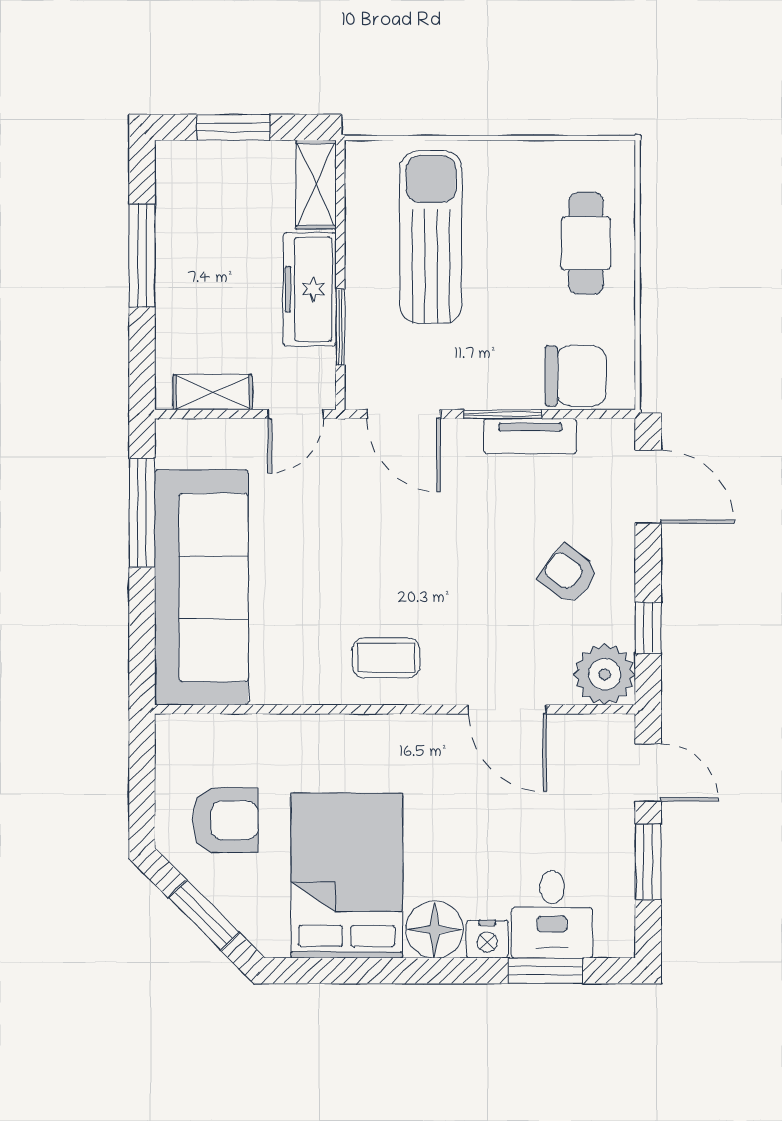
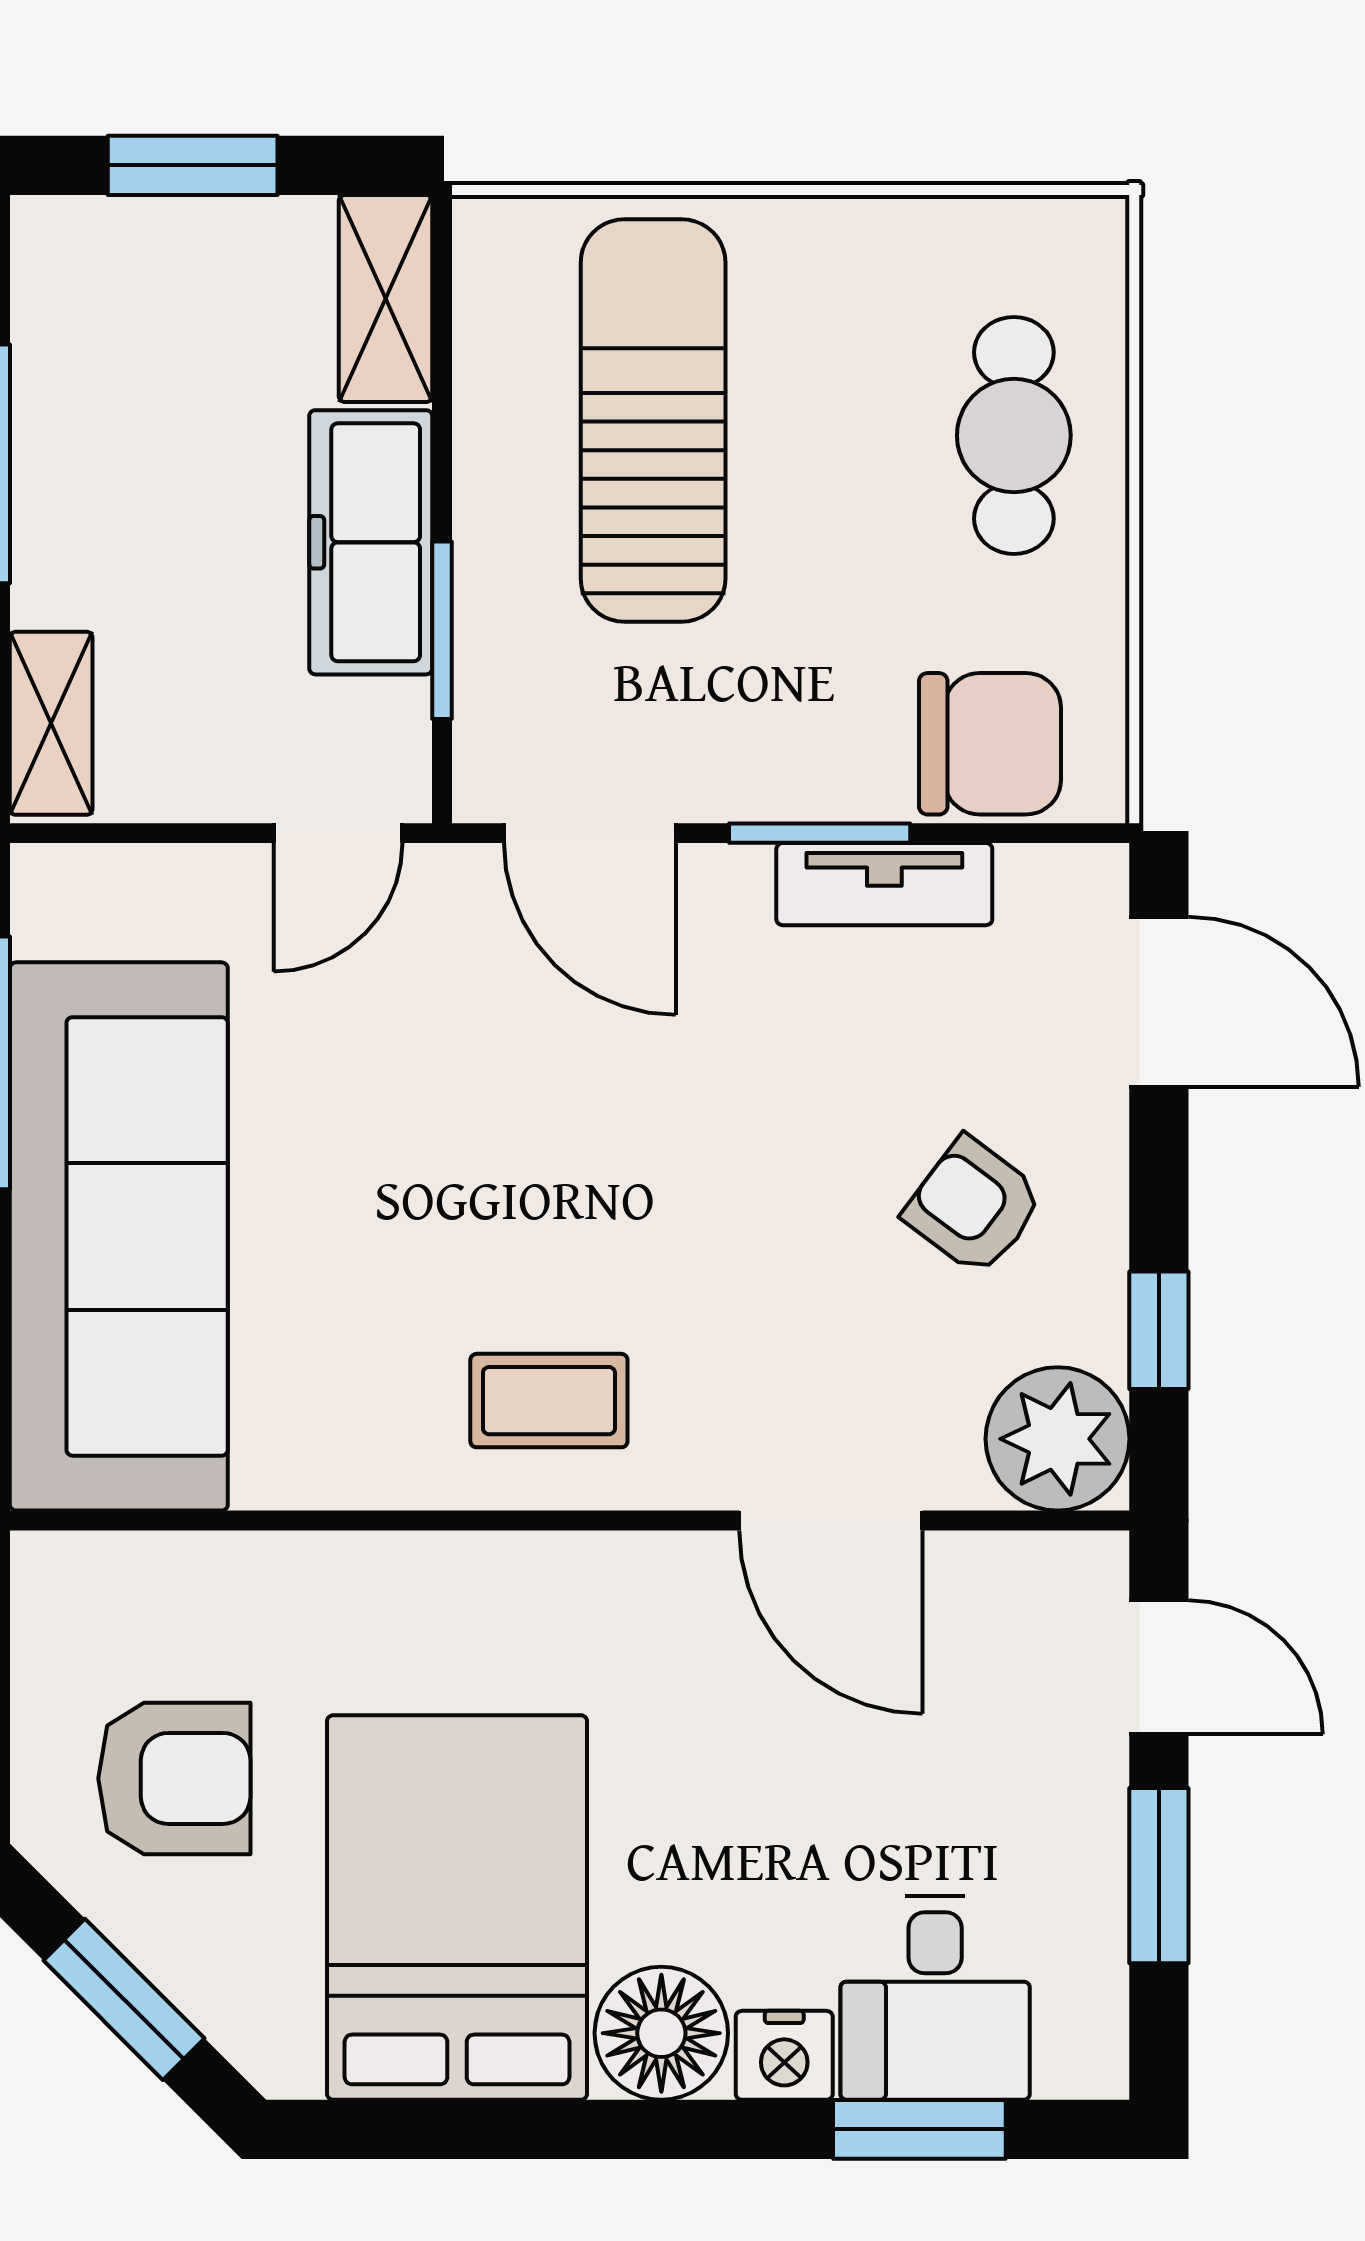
shelving: (213, 392) -> (51, 723), moved, turned 90

